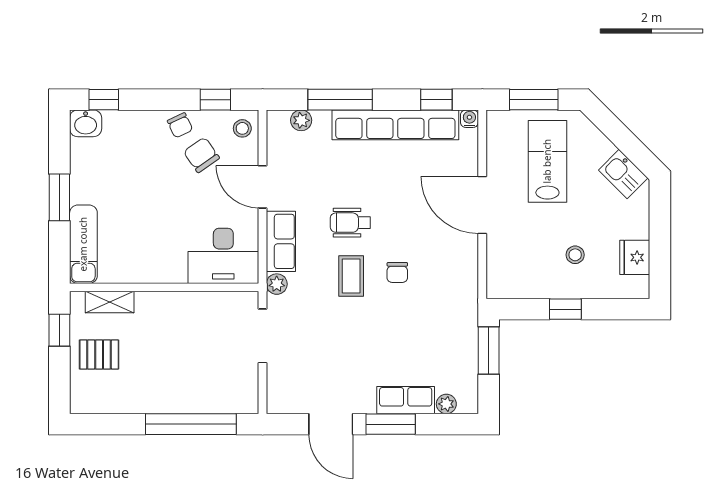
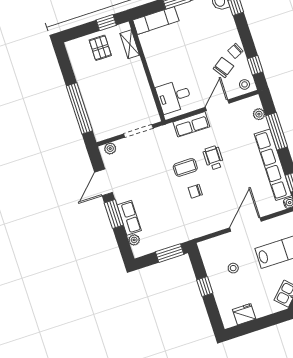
stool: (575, 255) -> (233, 268), moved
desk: (223, 256) -> (174, 96), width x0.73
plant: (277, 284) -> (110, 149), moved

